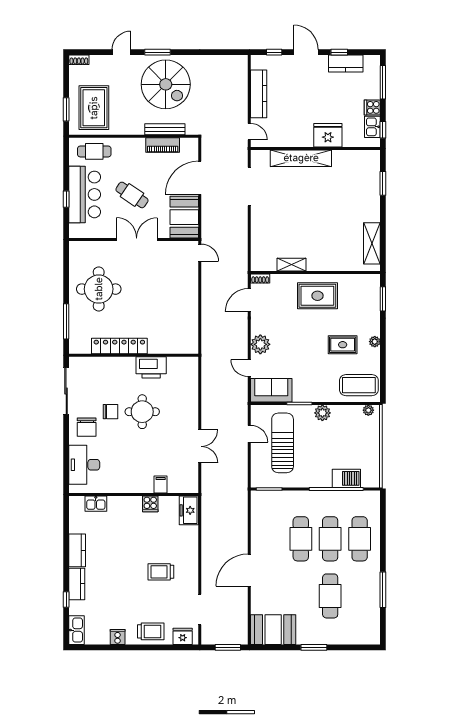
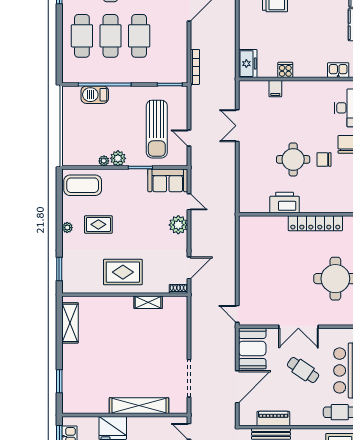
plant: (368, 410) -> (104, 161), moved
bookcase: (243, 507) -> (195, 67), added

